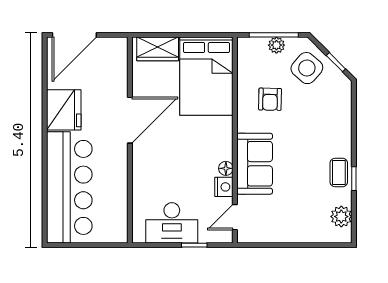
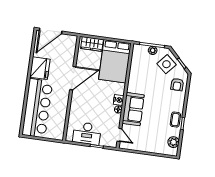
armchair: (270, 99) -> (177, 85), moved
nightstand: (224, 187) -> (119, 100), moved
door: (235, 217) -> (119, 135), swing flipped

